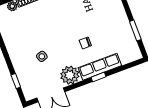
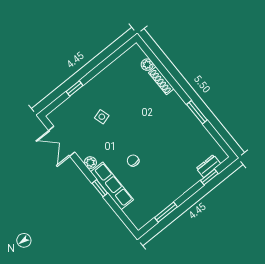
plant: (70, 75) -> (90, 163), width x0.53, depth x0.53
window: (16, 81) -> (74, 88), moved

